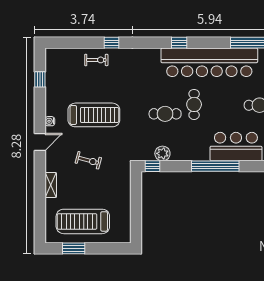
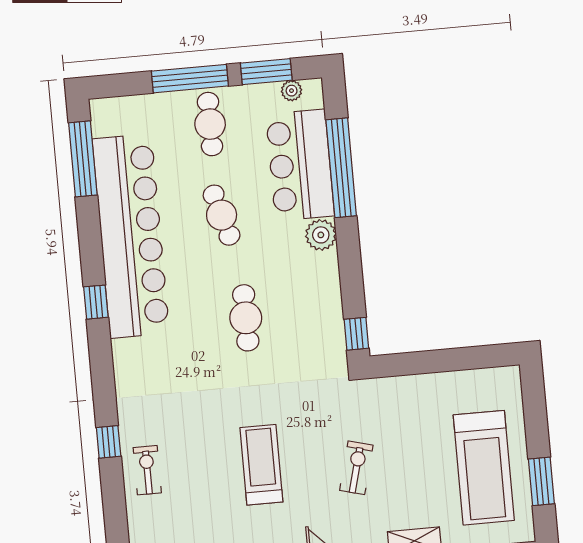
cafe table: (194, 104) -> (222, 215), moved, turned 74
treadmill: (94, 115) -> (261, 465), width x0.73, depth x0.73
plant: (162, 153) -> (321, 235), moved
window: (215, 166) -> (341, 168), moved

